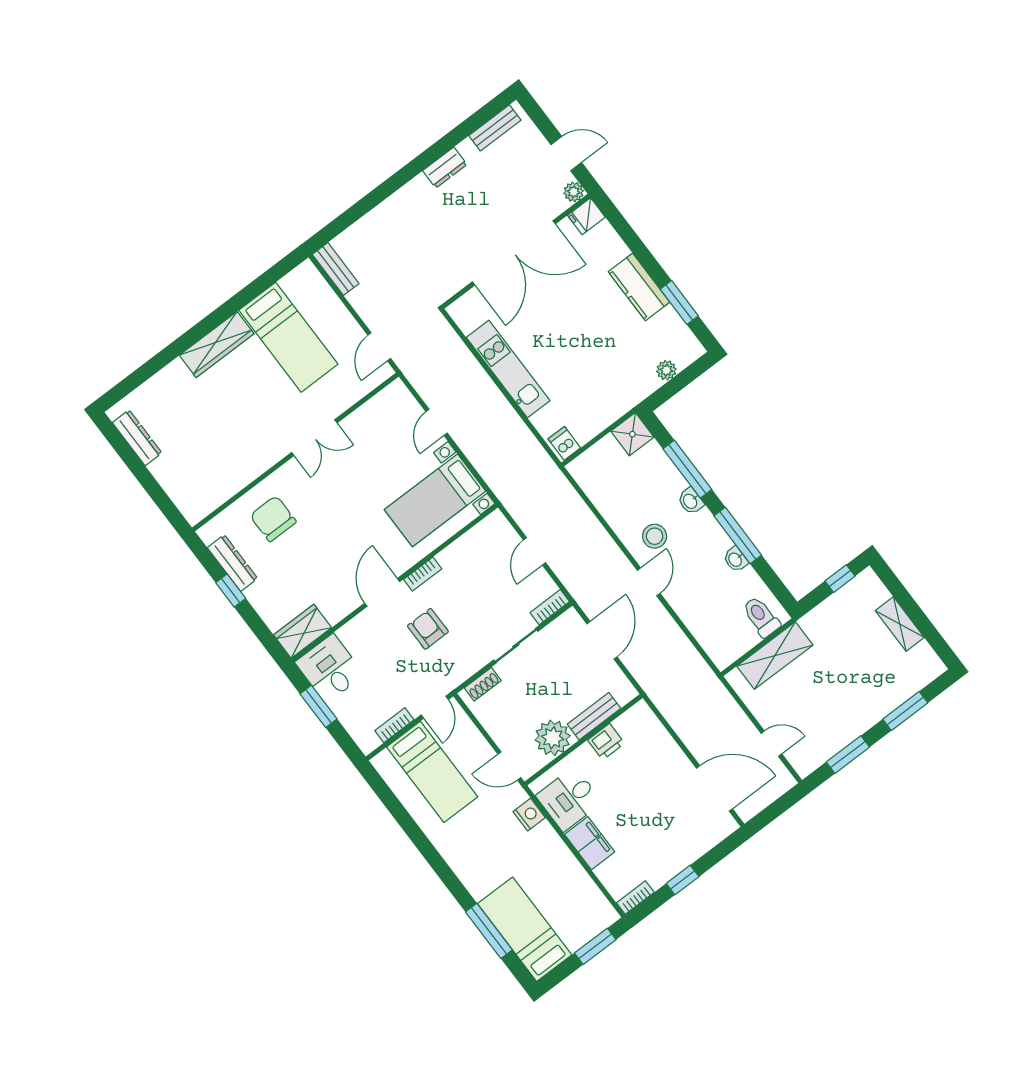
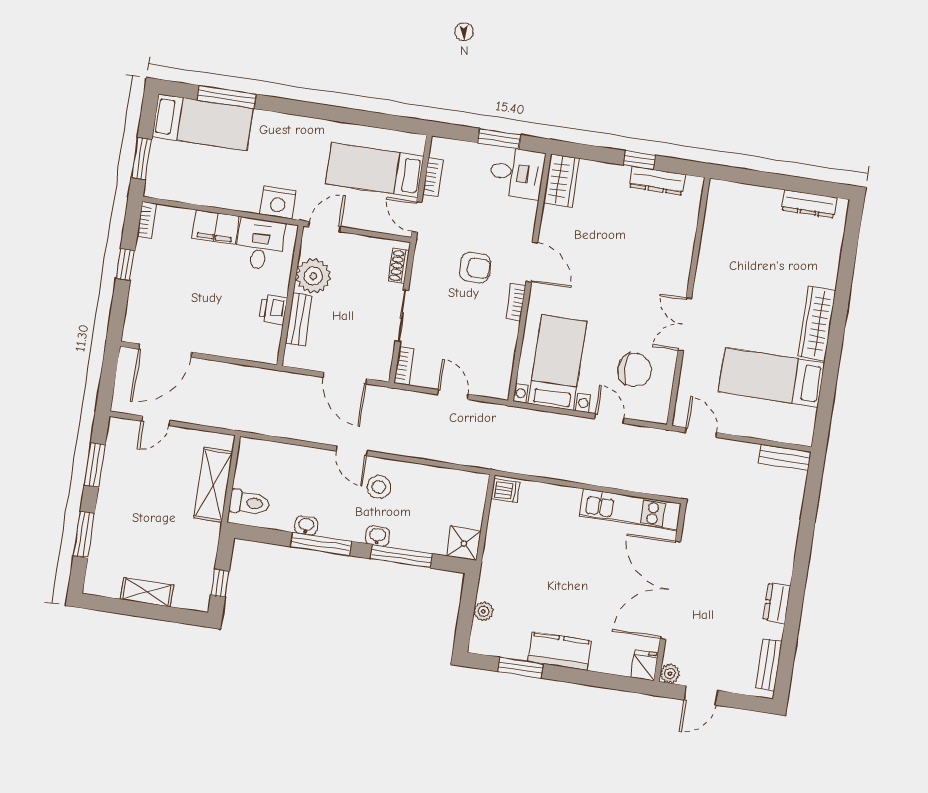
kitchen unit: (508, 369) -> (630, 510), moved
chair: (273, 519) -> (635, 370), moved
nightstand: (529, 815) -> (278, 202), width x1.36, depth x1.33

